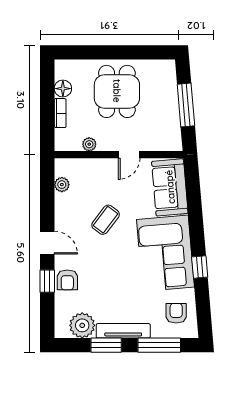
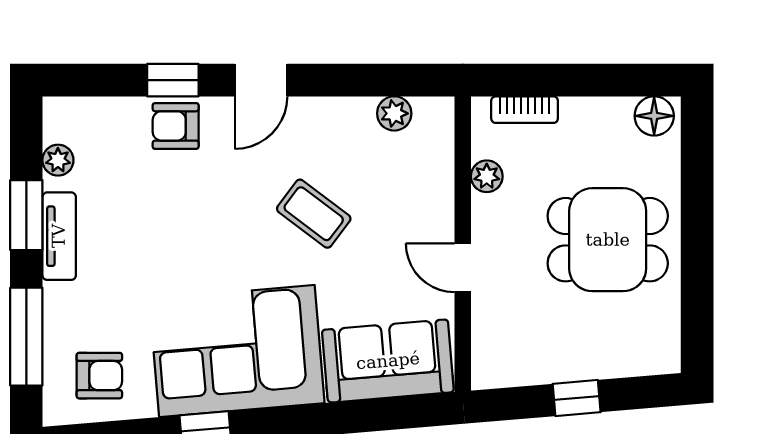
floor lamp: (63, 89) -> (654, 116), moved
window: (186, 105) -> (577, 398), width x0.46
bookcase: (60, 113) -> (525, 110), moved
plant: (82, 325) -> (58, 160), width x0.53, depth x0.53
tv unit: (123, 331) -> (59, 236), width x0.71

